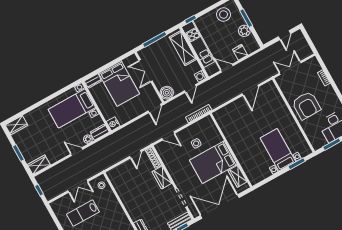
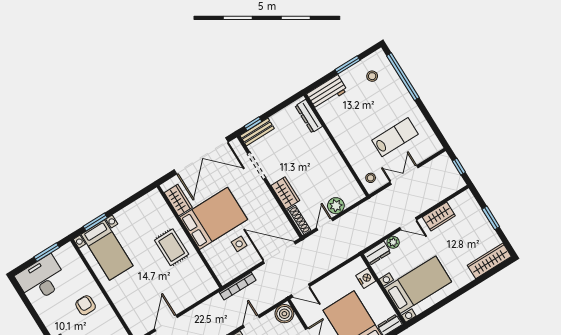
armchair: (306, 105) -> (86, 305), width x0.53, depth x0.53
door: (155, 108) -> (301, 291), swing flipped
nightstand: (113, 124) -> (366, 278), moved
wardrobe: (17, 125) -> (489, 261), width x1.50
door: (168, 136) -> (279, 253), width x1.88
rug: (244, 143) -> (172, 247), added
bed with nightstands: (278, 150) -> (107, 250), moved
wardrobe: (39, 165) -> (439, 216), moved
plant: (127, 167) -> (336, 206), added

